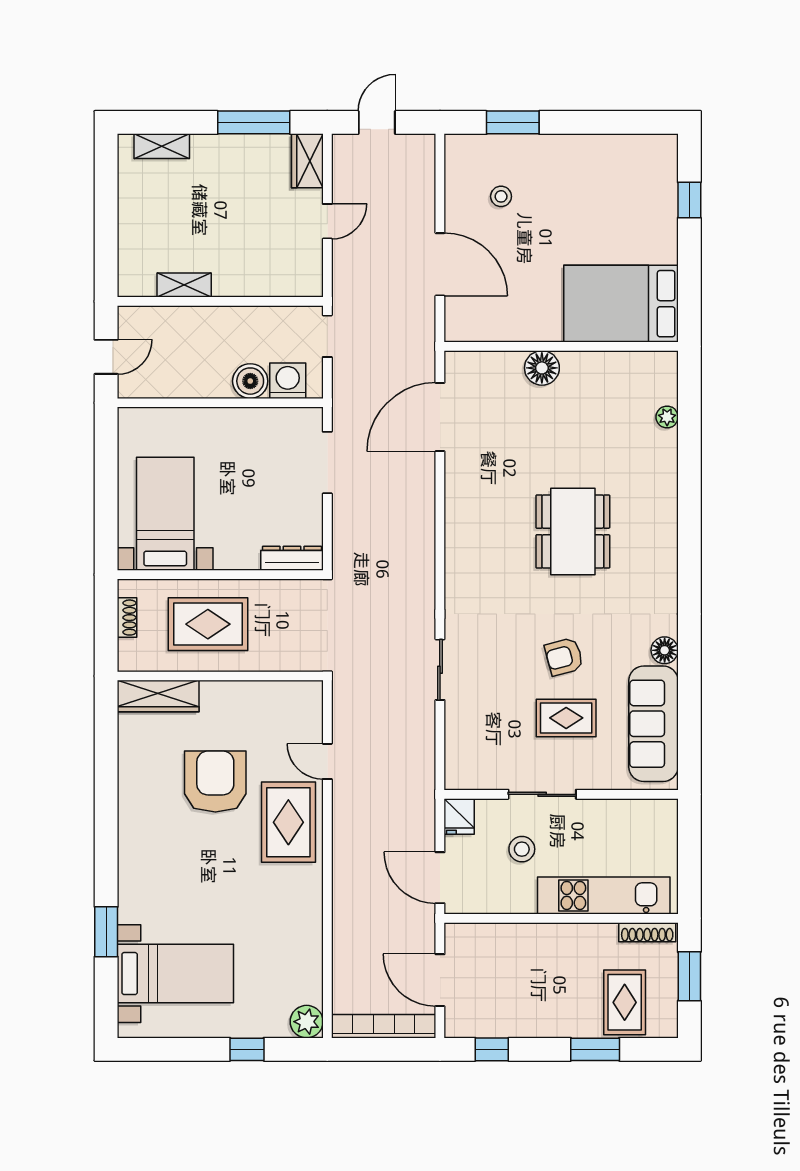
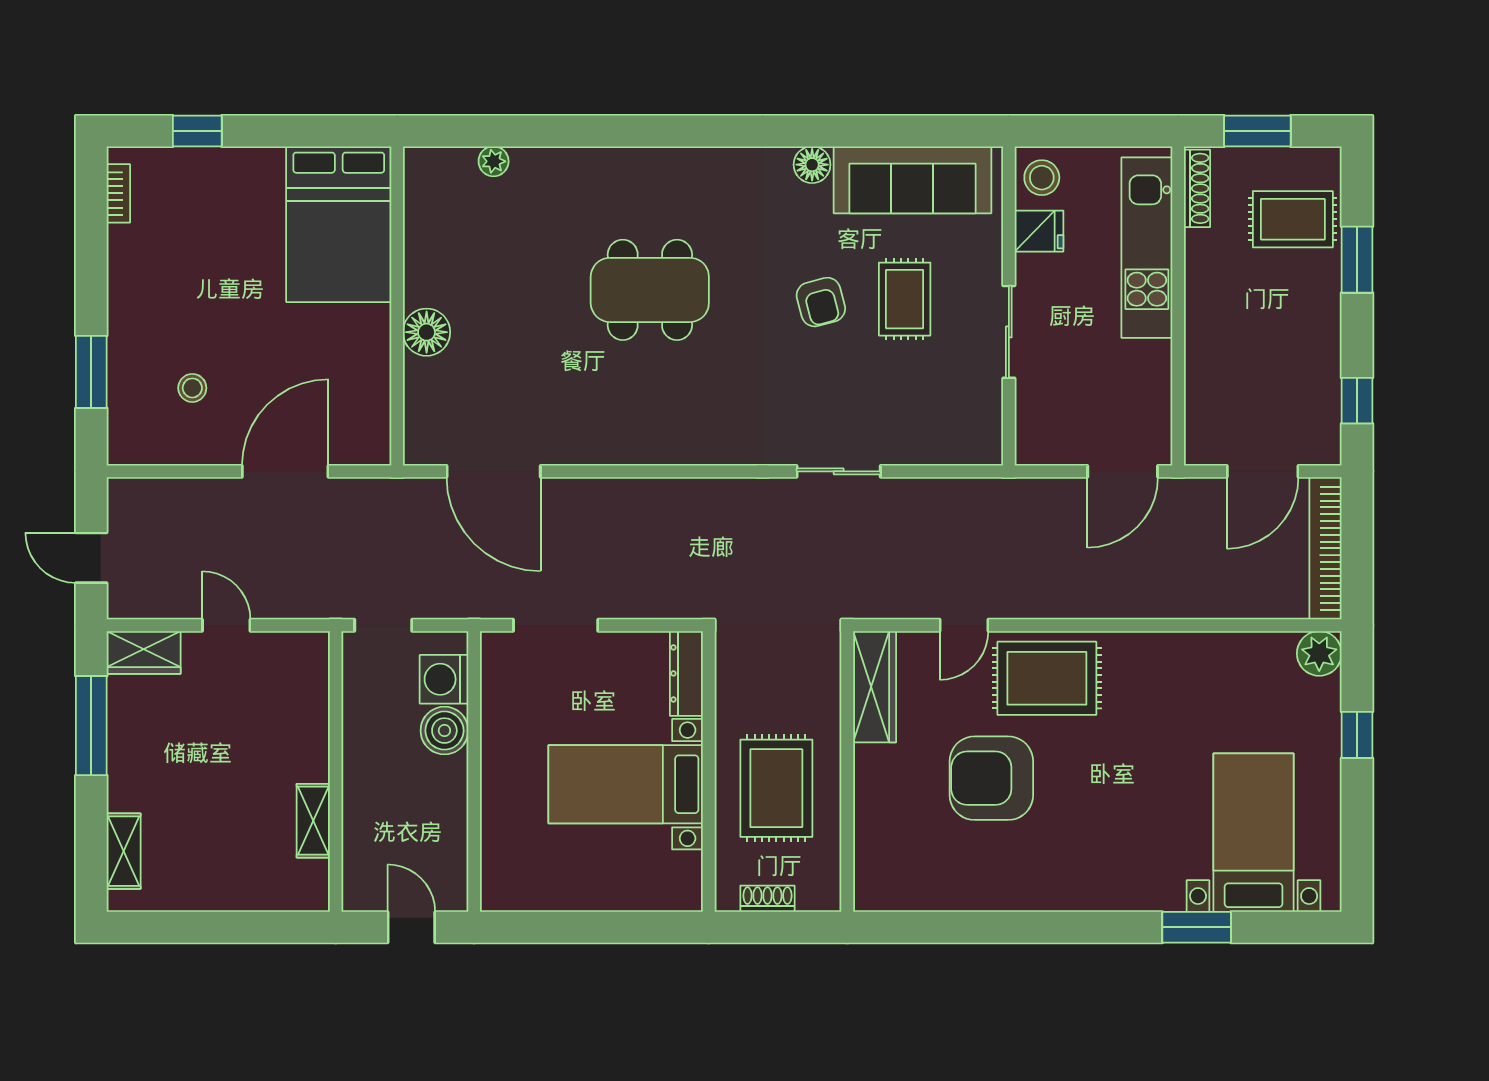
bookcase: (643, 142) -> (118, 193), added
bed with nightstands: (165, 514) -> (626, 784), moved
wardrobe: (158, 696) -> (875, 687), moved
fridge: (459, 816) -> (1039, 231), moved
stool: (522, 849) -> (1042, 178), moved

